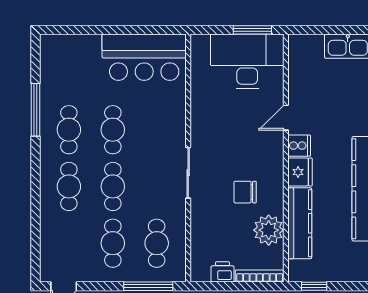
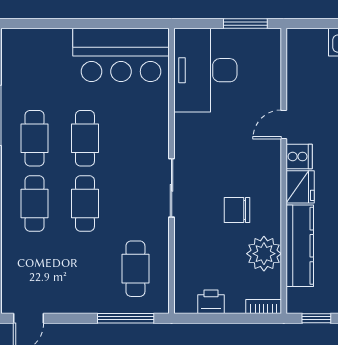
desk: (247, 61) -> (205, 70), moved, turned -90
cafe table: (113, 243) -> (85, 269), removed
bookcase: (260, 276) -> (264, 306), width x0.64

